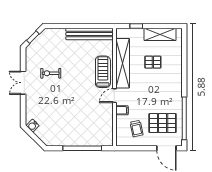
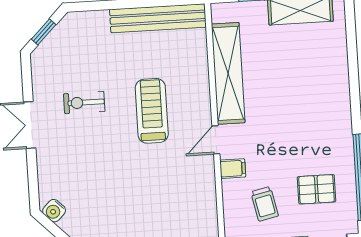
pallet: (153, 62) -> (289, 67), removed
treadmill: (103, 72) -> (152, 111), moved
pallet: (163, 123) -> (316, 189), width x0.67, depth x0.71

